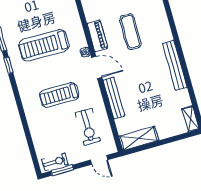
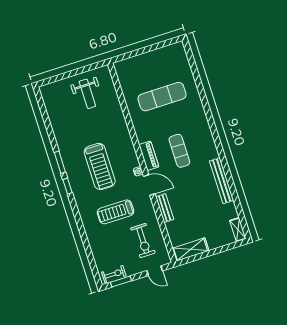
treadmill: (44, 45) -> (100, 167), turned -90
bench: (114, 98) -> (165, 208), width x0.73

